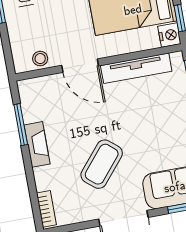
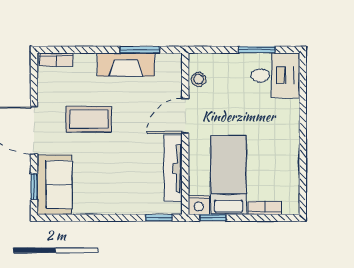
fireplace: (37, 144) -> (126, 65), width x1.37, depth x1.32
coffee table: (102, 164) -> (89, 119), turned -40

